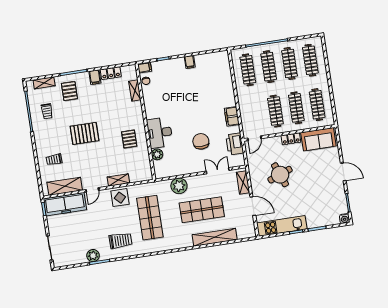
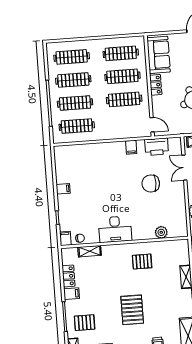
filing cabinet: (232, 116) -> (131, 147), width x0.50
desk: (160, 133) -> (115, 229), moved

